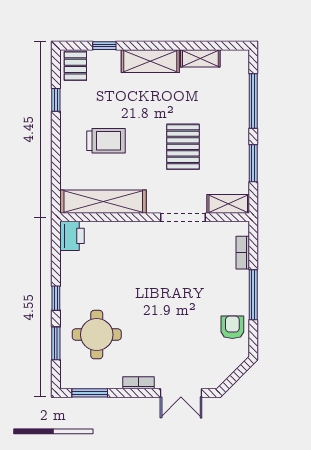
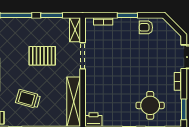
trolley: (106, 141) -> (28, 99), moved, turned -74
window: (253, 295) -> (127, 15), width x0.69

